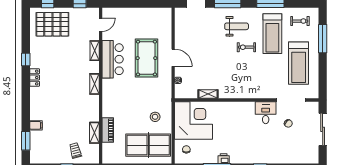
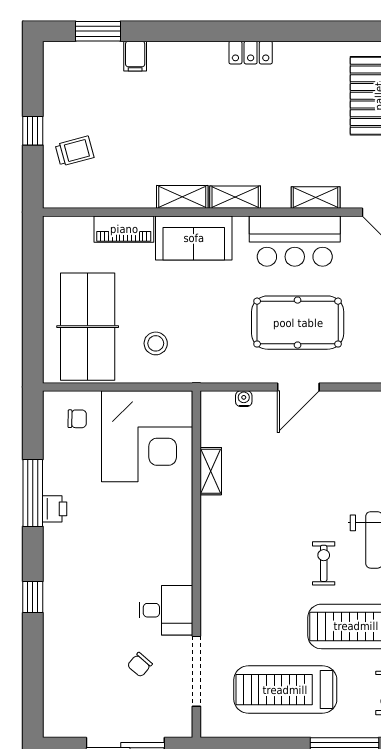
window: (26, 59) -> (294, 31), removed
sofa: (111, 101) -> (194, 238), added
shelving: (94, 133) -> (182, 197), moved

